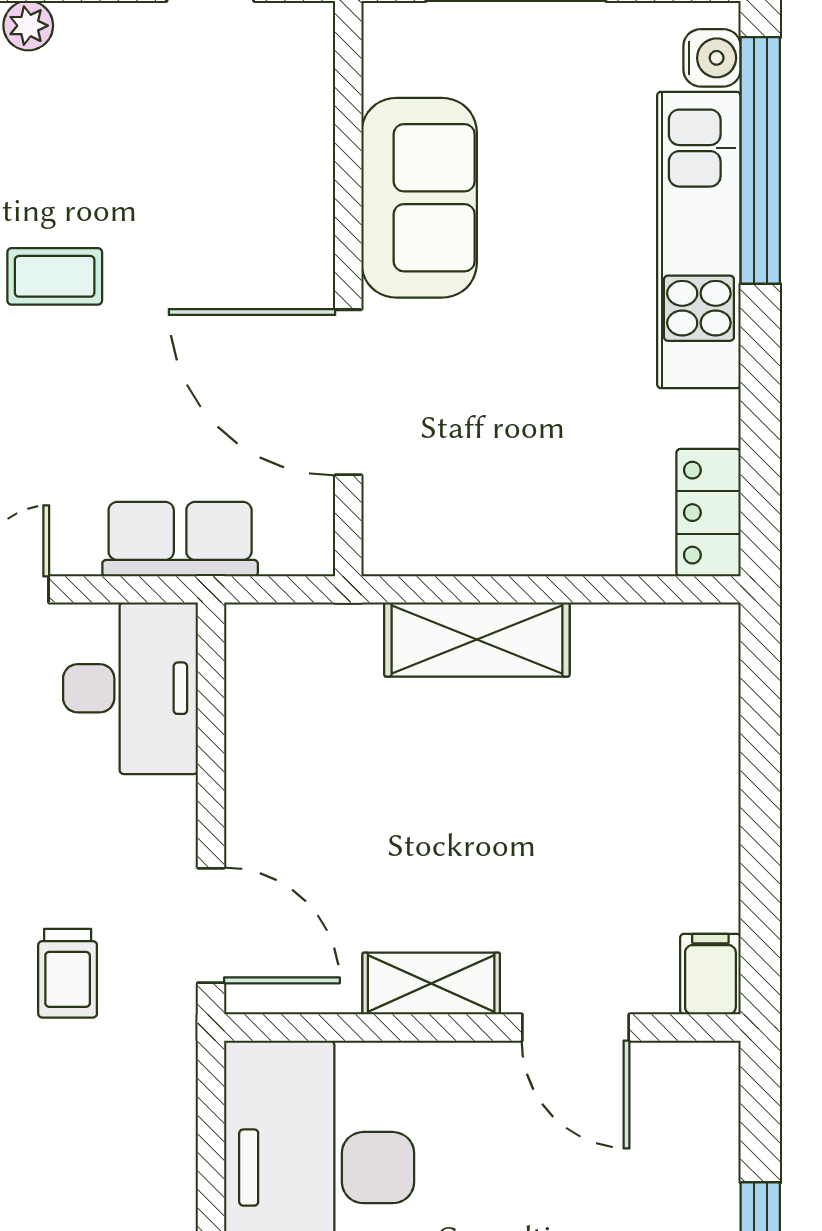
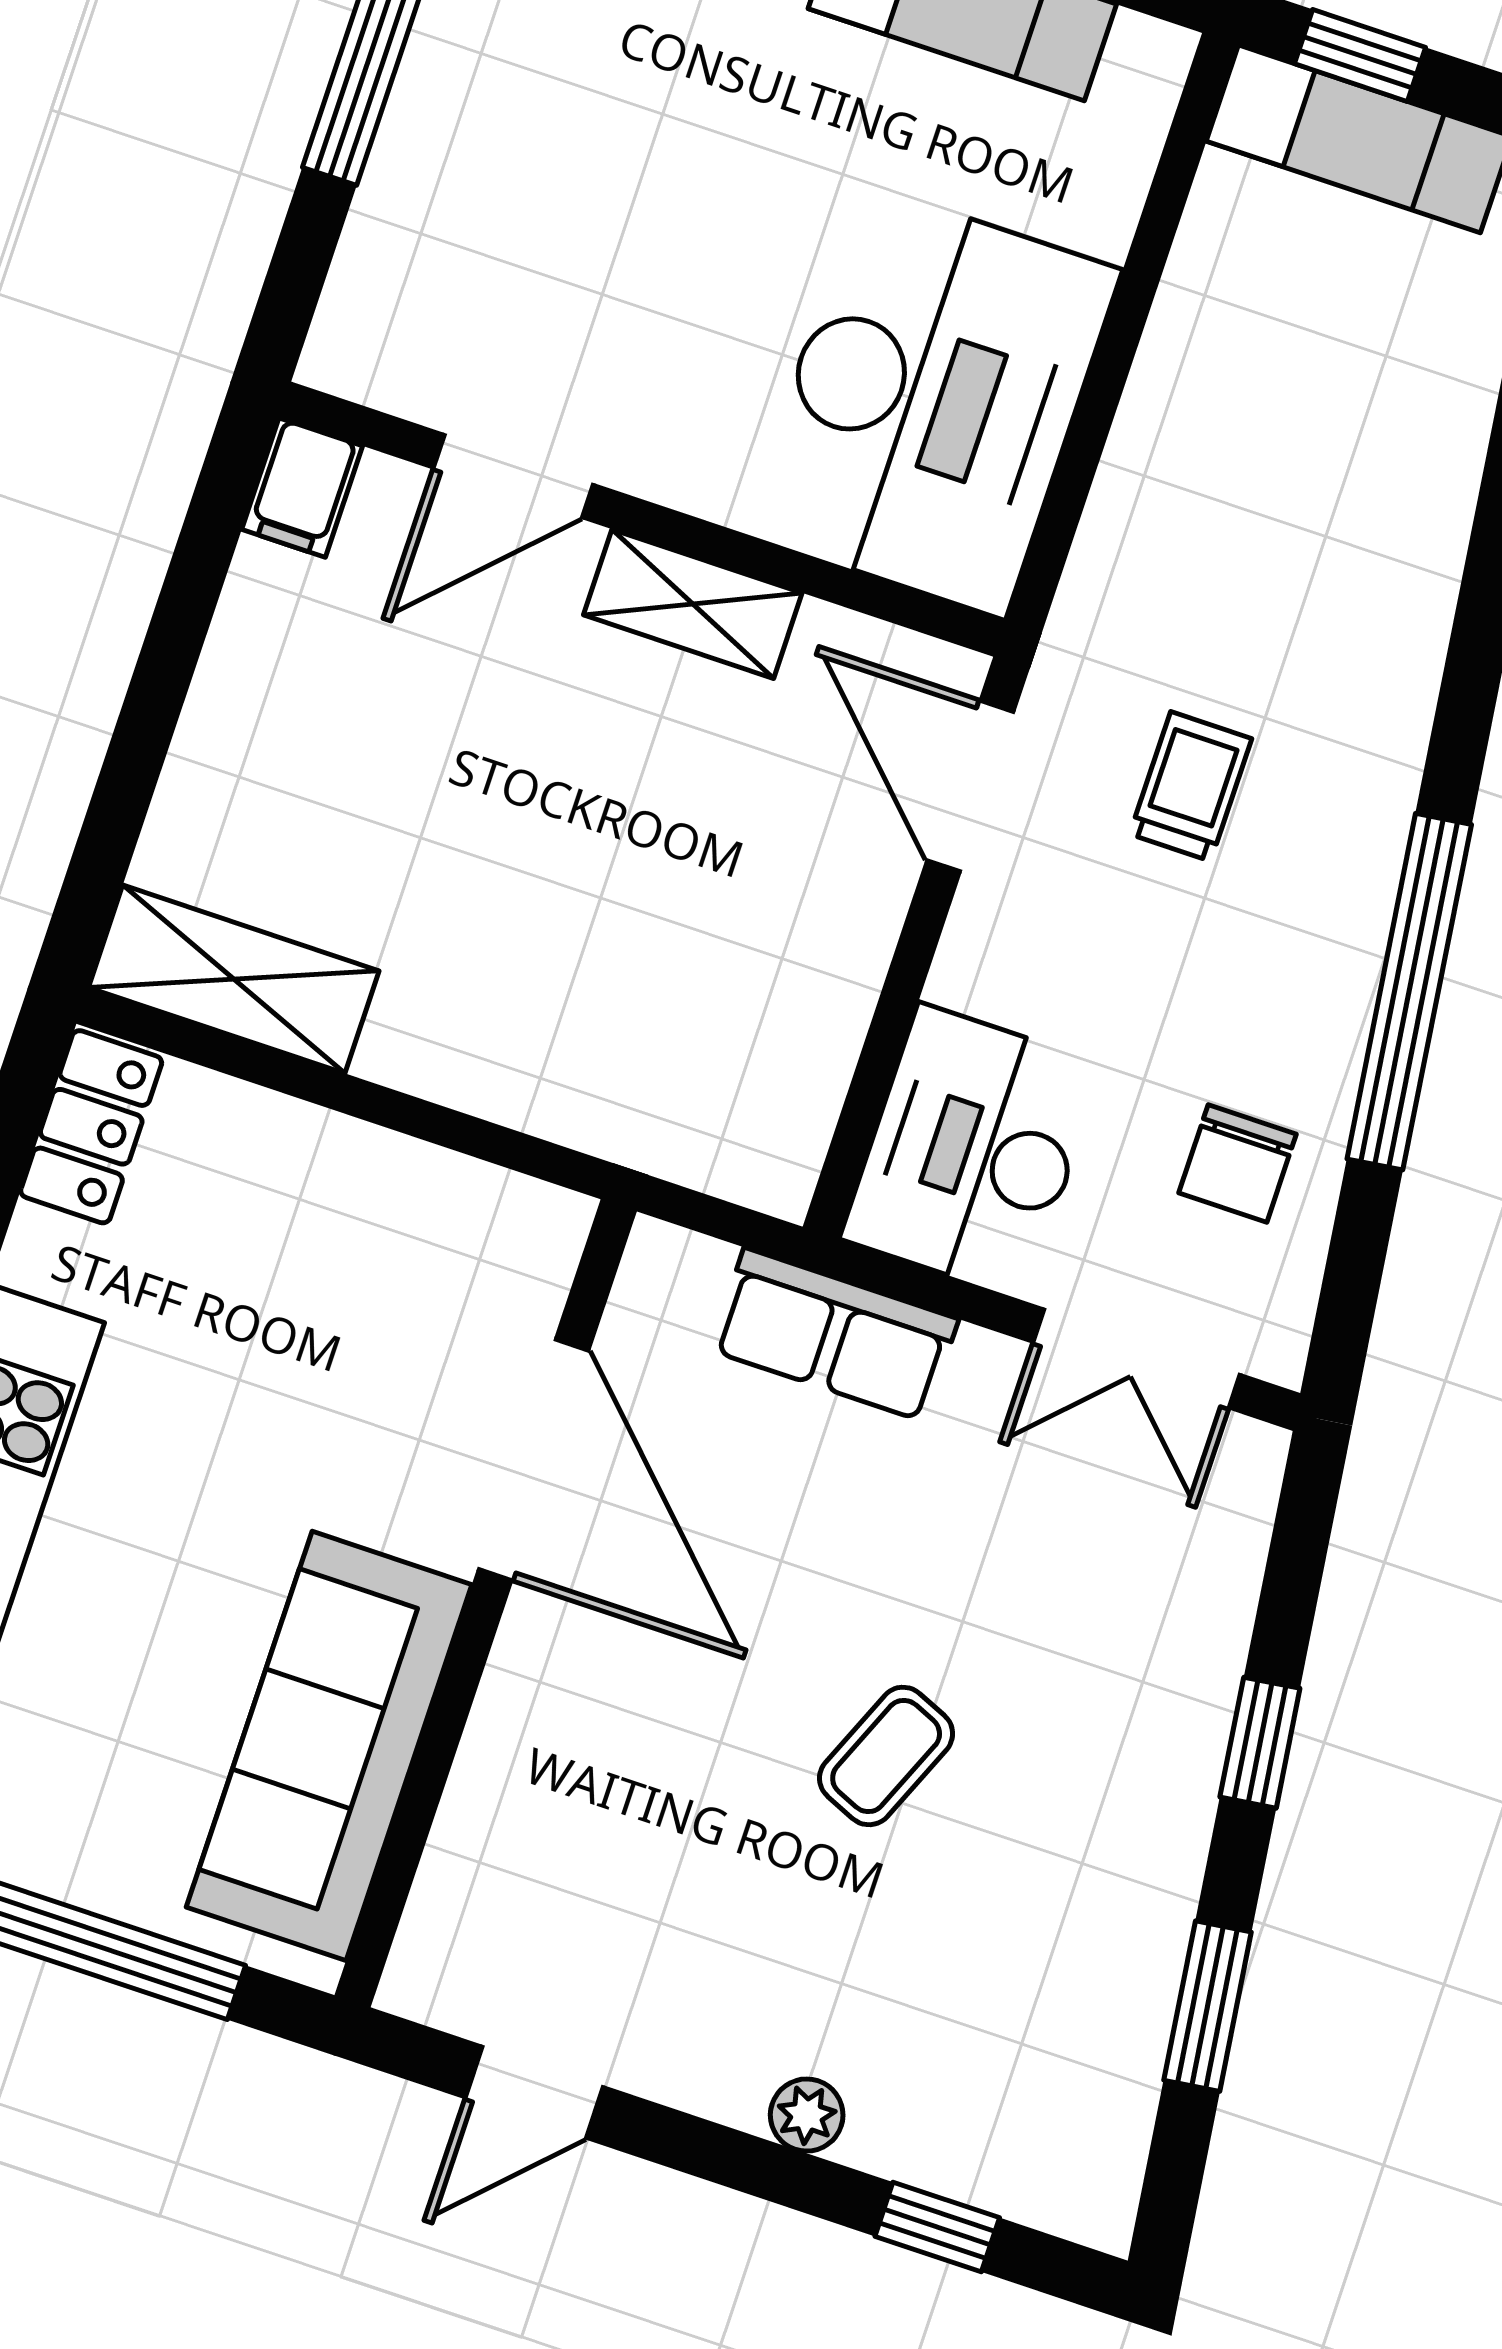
sofa: (419, 198) -> (329, 1746), width x1.36
coffee table: (55, 276) -> (886, 1756), turned -67
shelving: (477, 640) -> (234, 979), moved
door: (576, 1028) -> (513, 476), swing flipped

